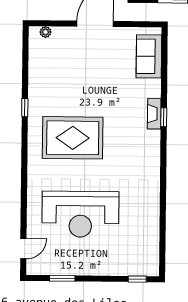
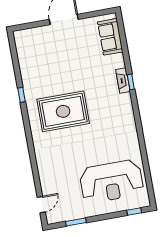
plant: (45, 32) -> (26, 33), removed
reception desk: (80, 214) -> (111, 181), moved

